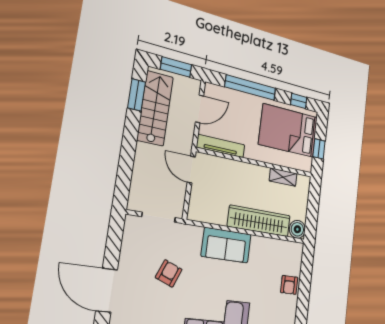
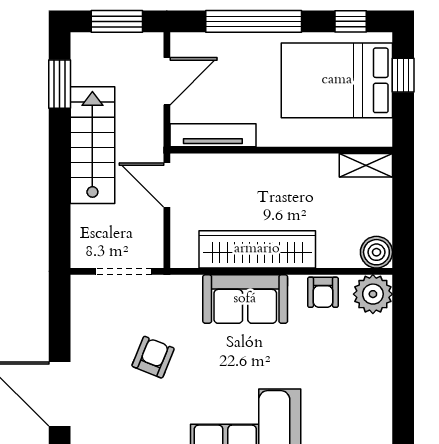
stairs: (155, 108) -> (92, 145), moved
window: (319, 149) -> (403, 75), moved
shelving: (283, 177) -> (366, 165), moved
wardrobe: (259, 221) -> (257, 249), moved
plant: (293, 253) -> (373, 294), added
armchair: (289, 285) -> (323, 292), moved

